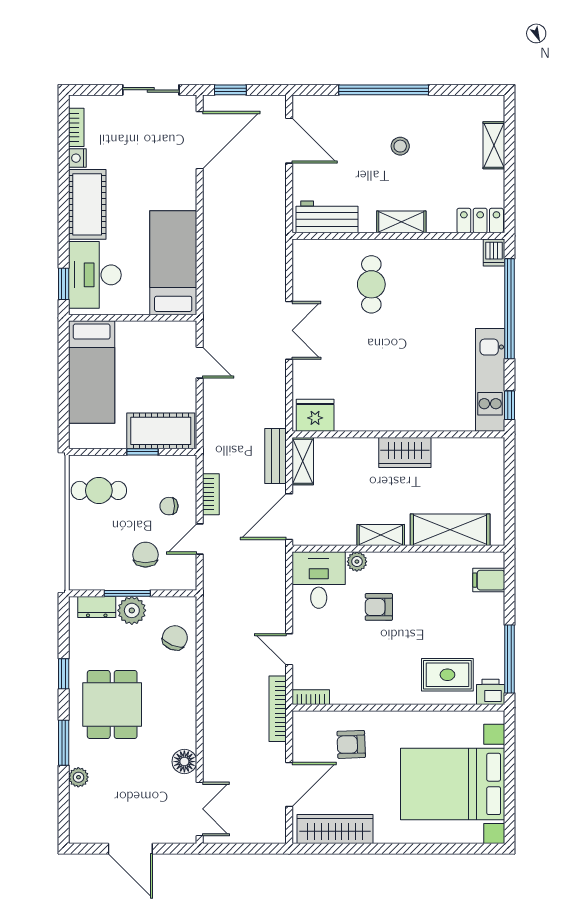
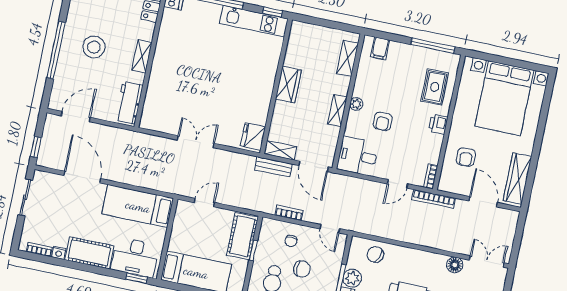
door: (200, 140) -> (82, 177), moved
stool: (400, 146) -> (94, 47), width x1.89, depth x1.89
cafe table: (371, 284) -> (178, 84), removed
shelving: (450, 530) -> (348, 58), width x0.67, depth x0.75
door: (200, 539) -> (330, 229), moved
chair: (145, 555) -> (302, 269), moved, turned 180
plant: (357, 562) -> (356, 104), moved
printer: (491, 692) -> (438, 124), moved

